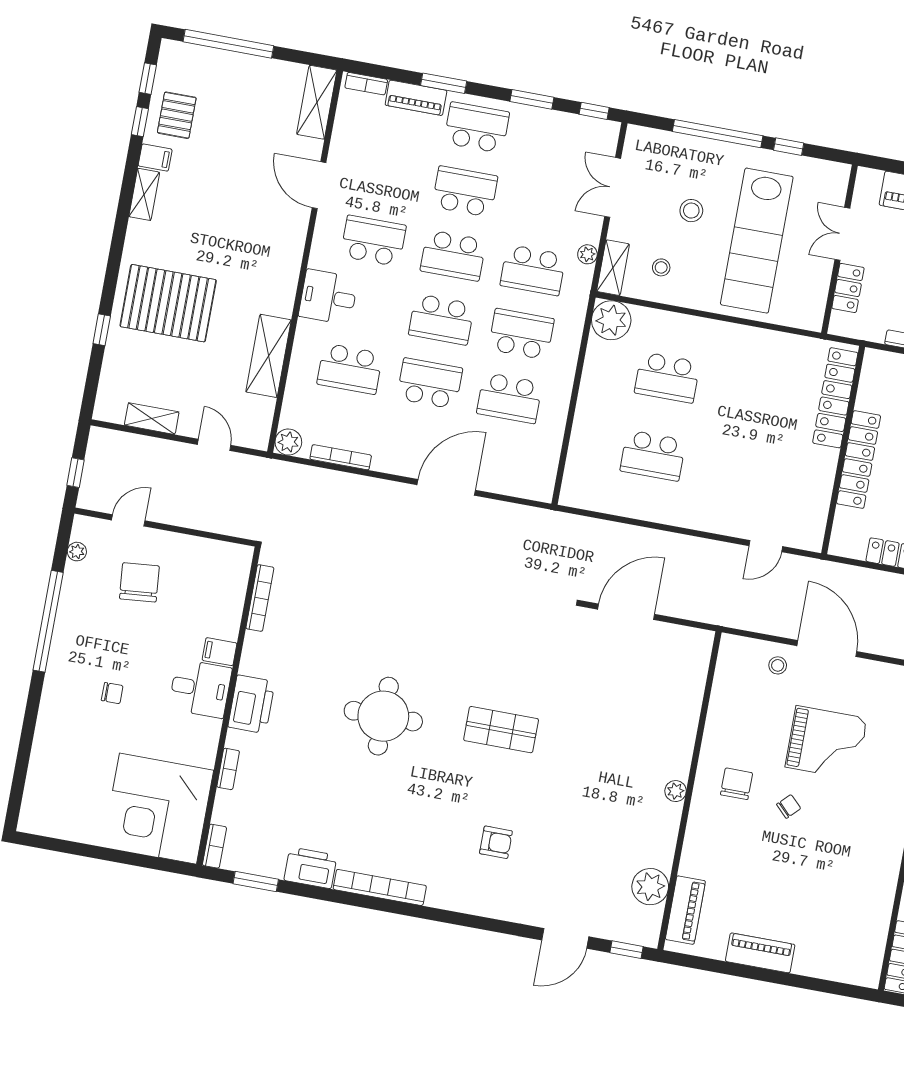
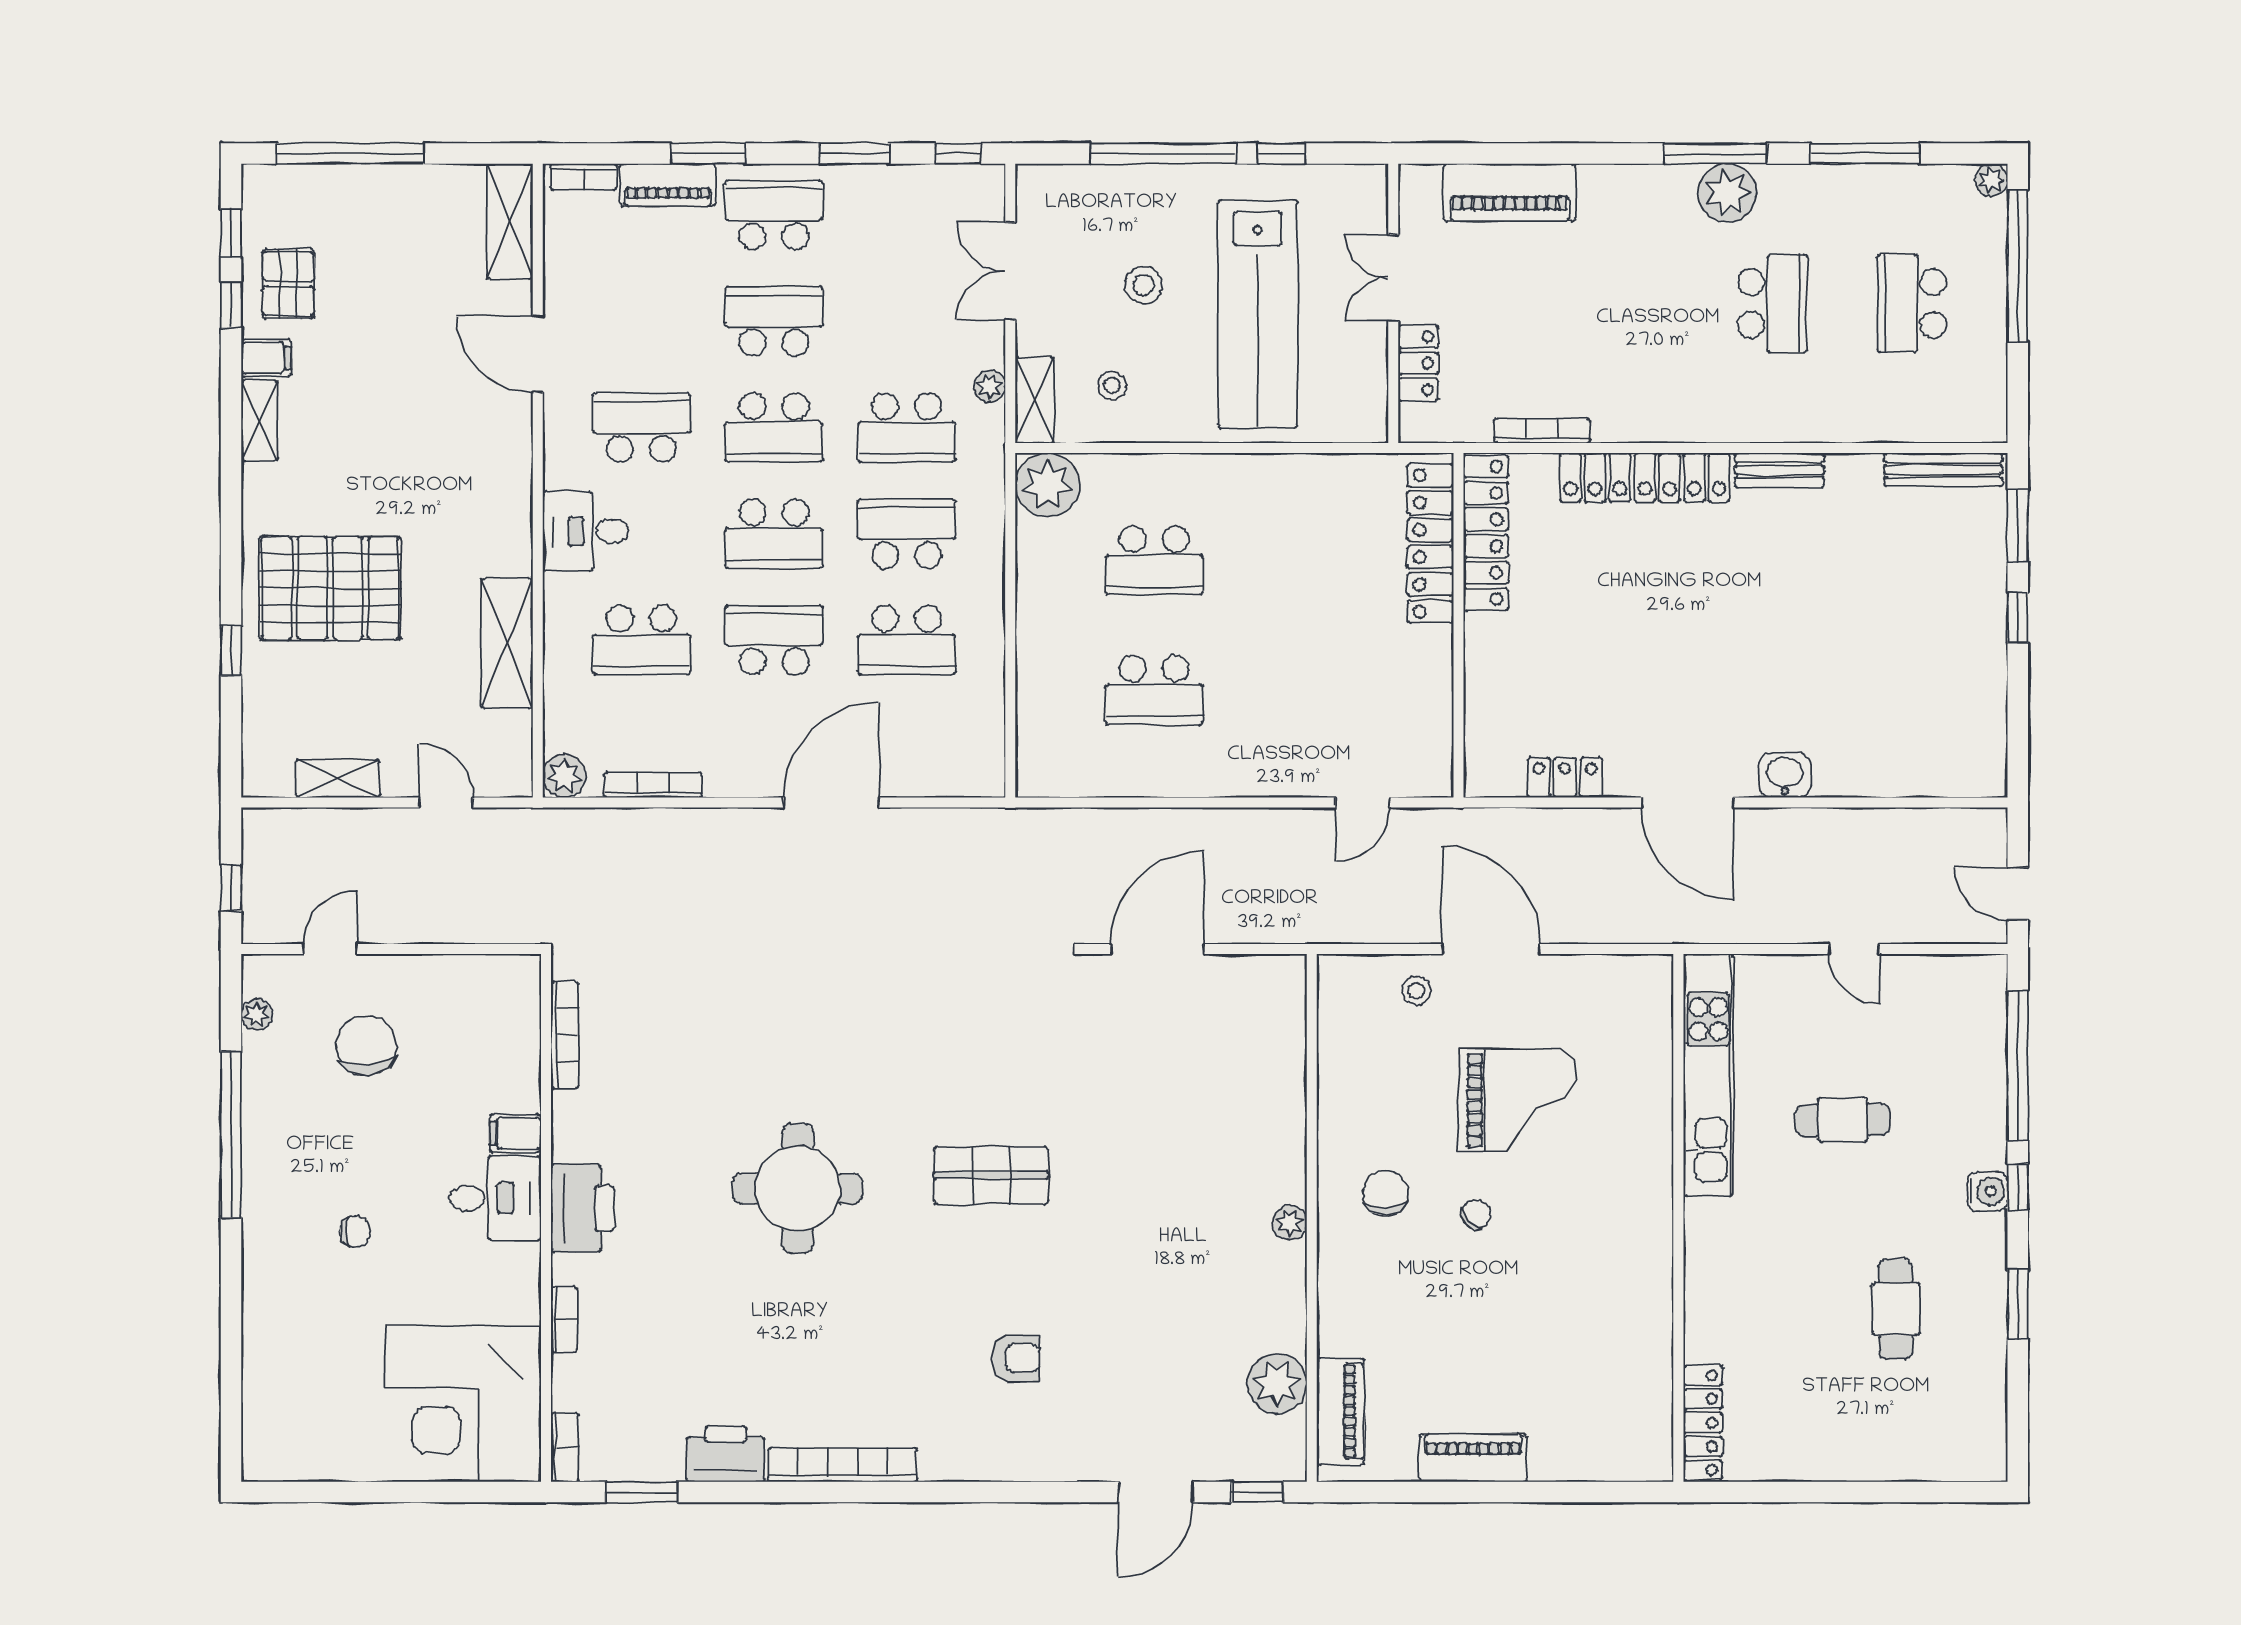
locker: (859, 460) -> (1486, 533), moved

